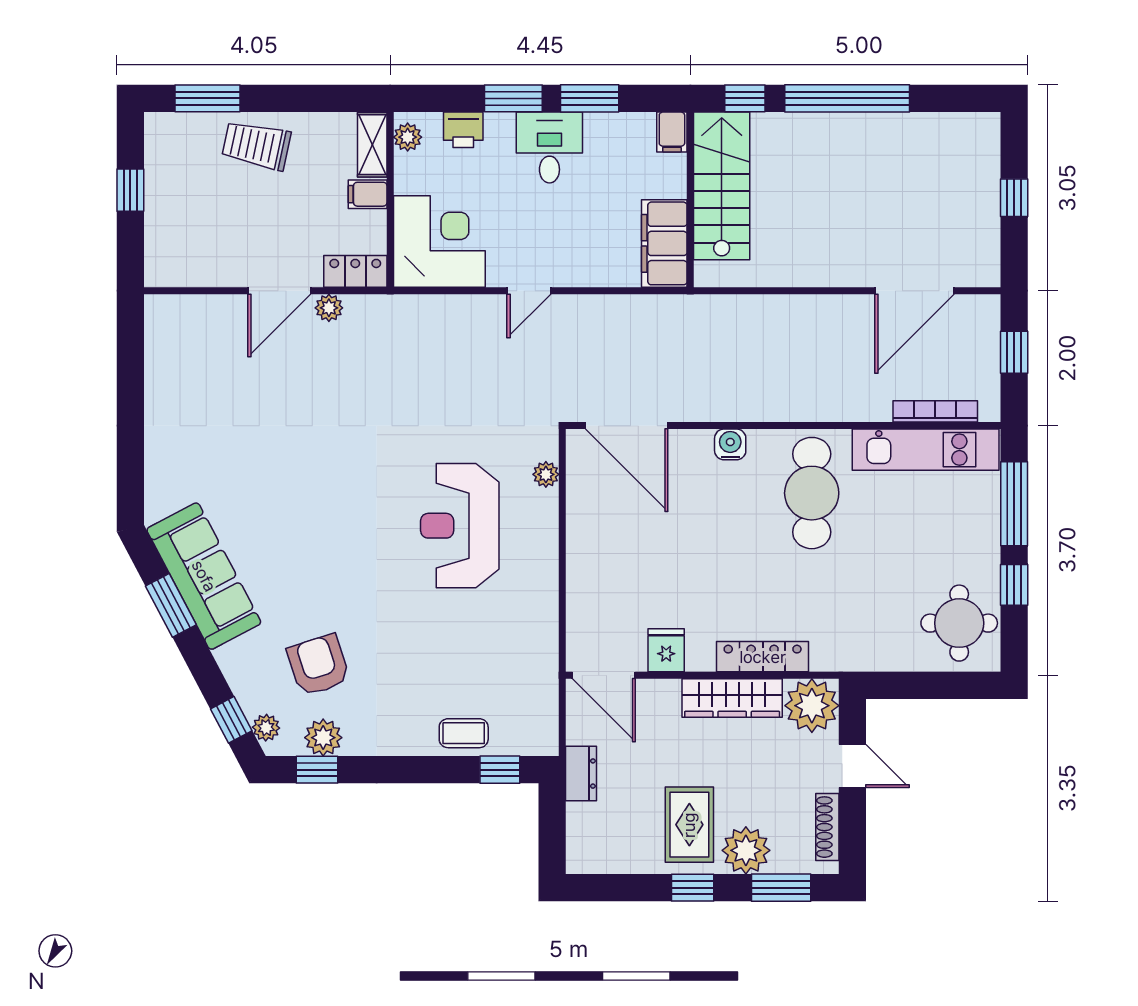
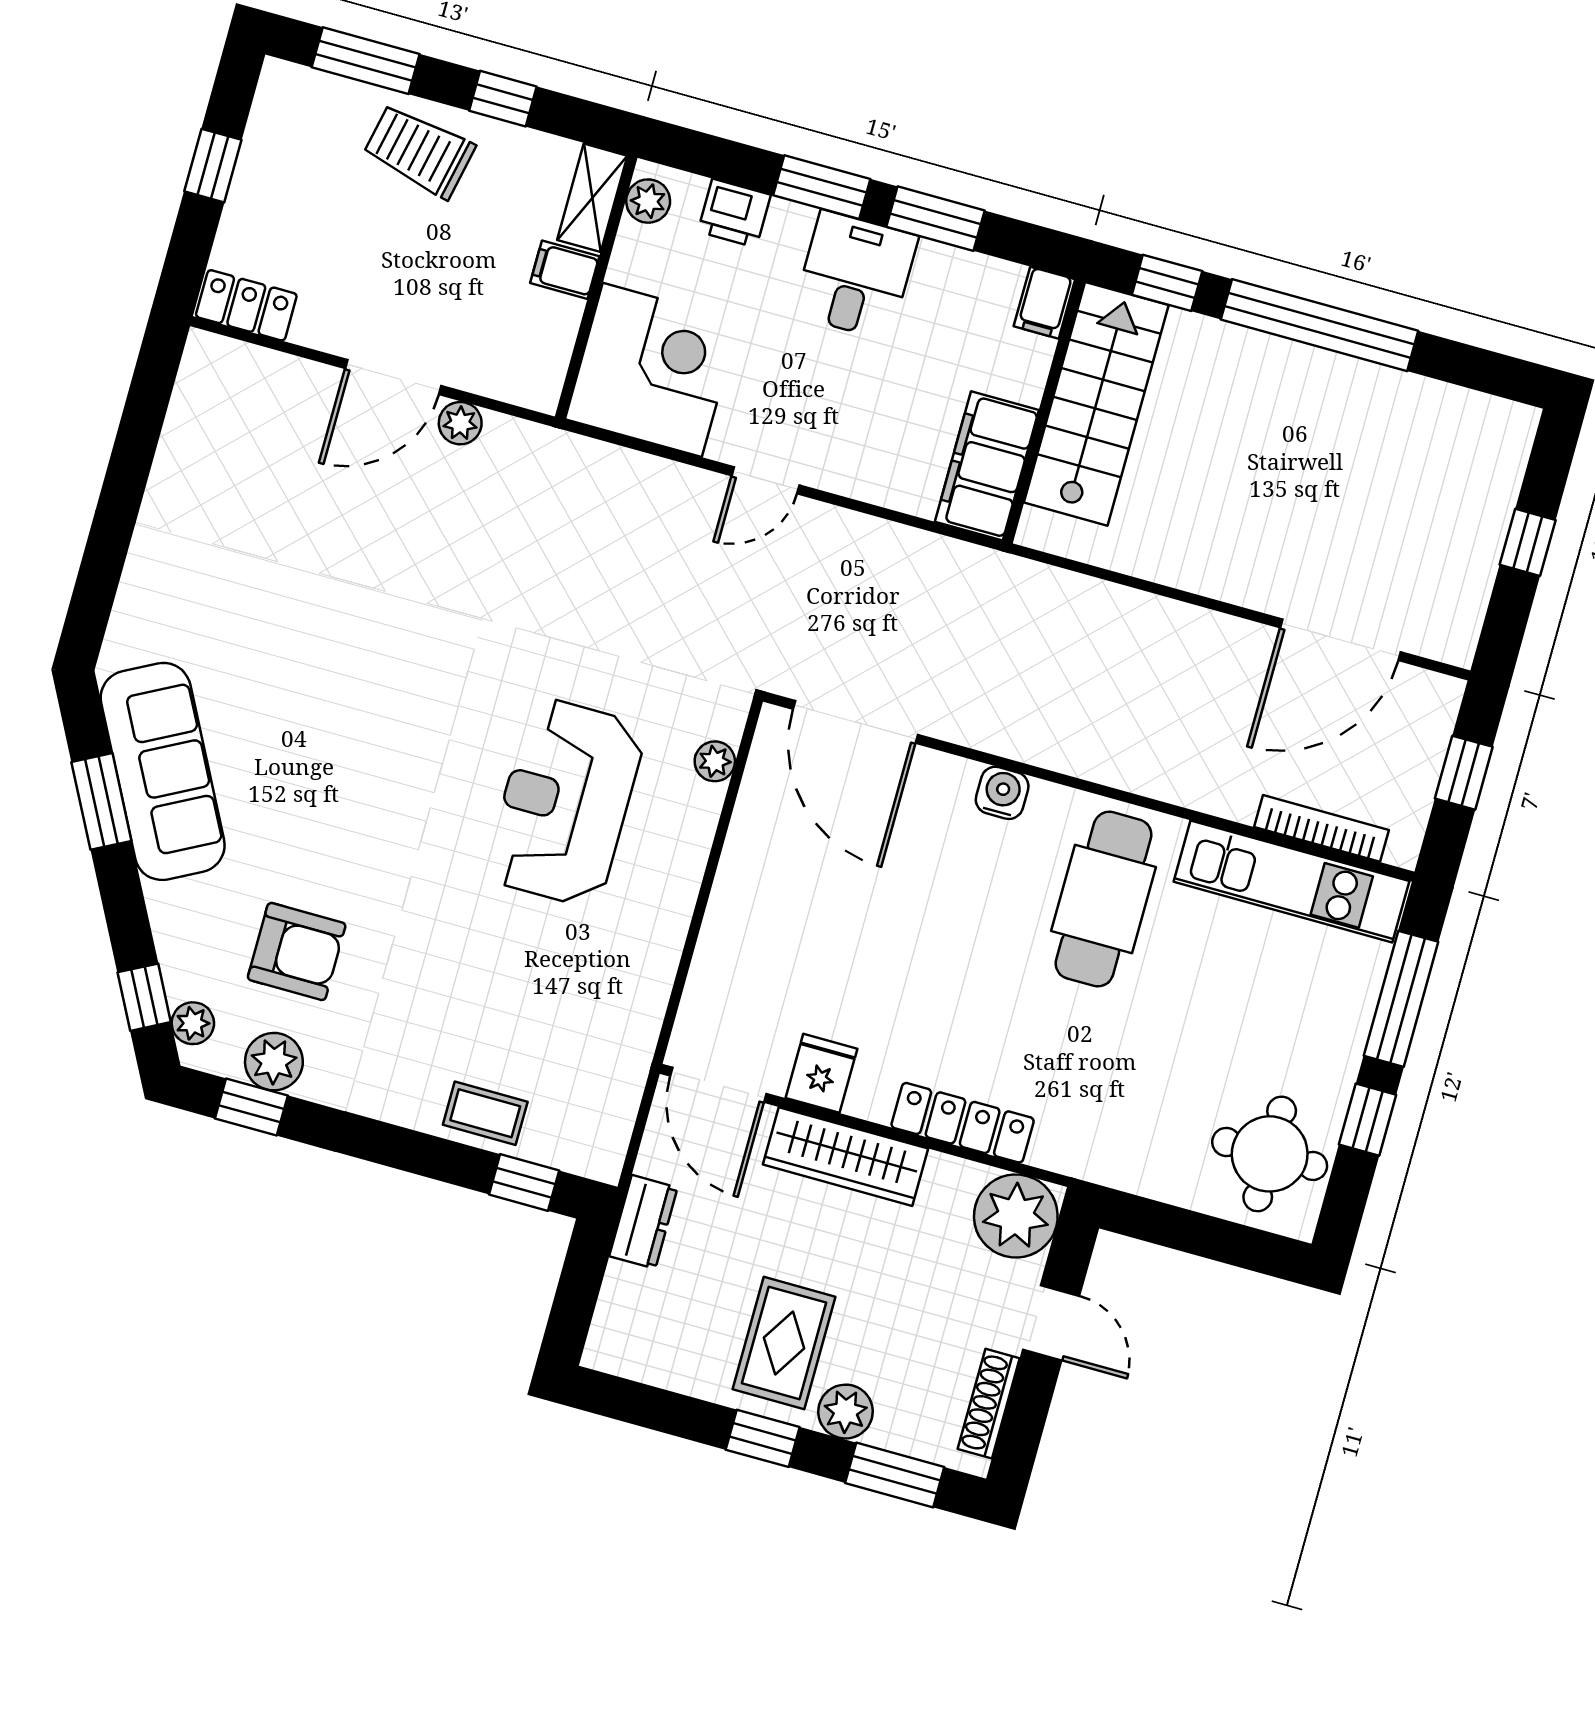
window: (299, 98) -> (503, 99), added
locker: (355, 271) -> (246, 305), moved
armchair: (318, 665) -> (297, 952), turned 108
wardrobe: (732, 698) -> (846, 1157), moved
plant: (746, 850) -> (845, 1412), width x0.73, depth x0.73

